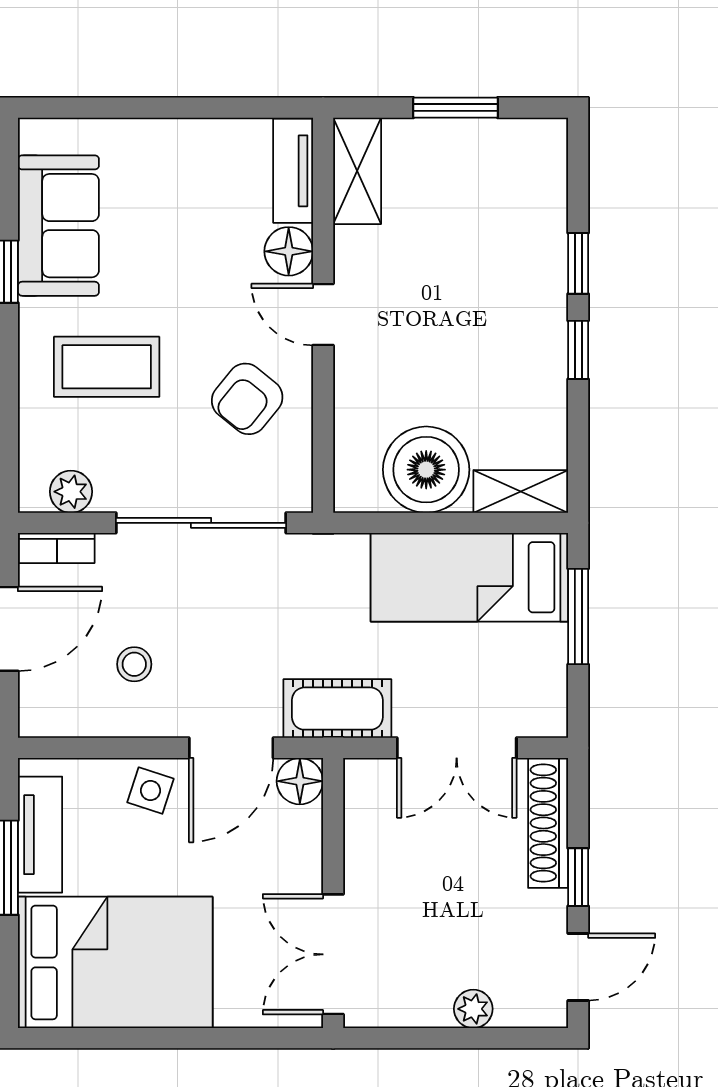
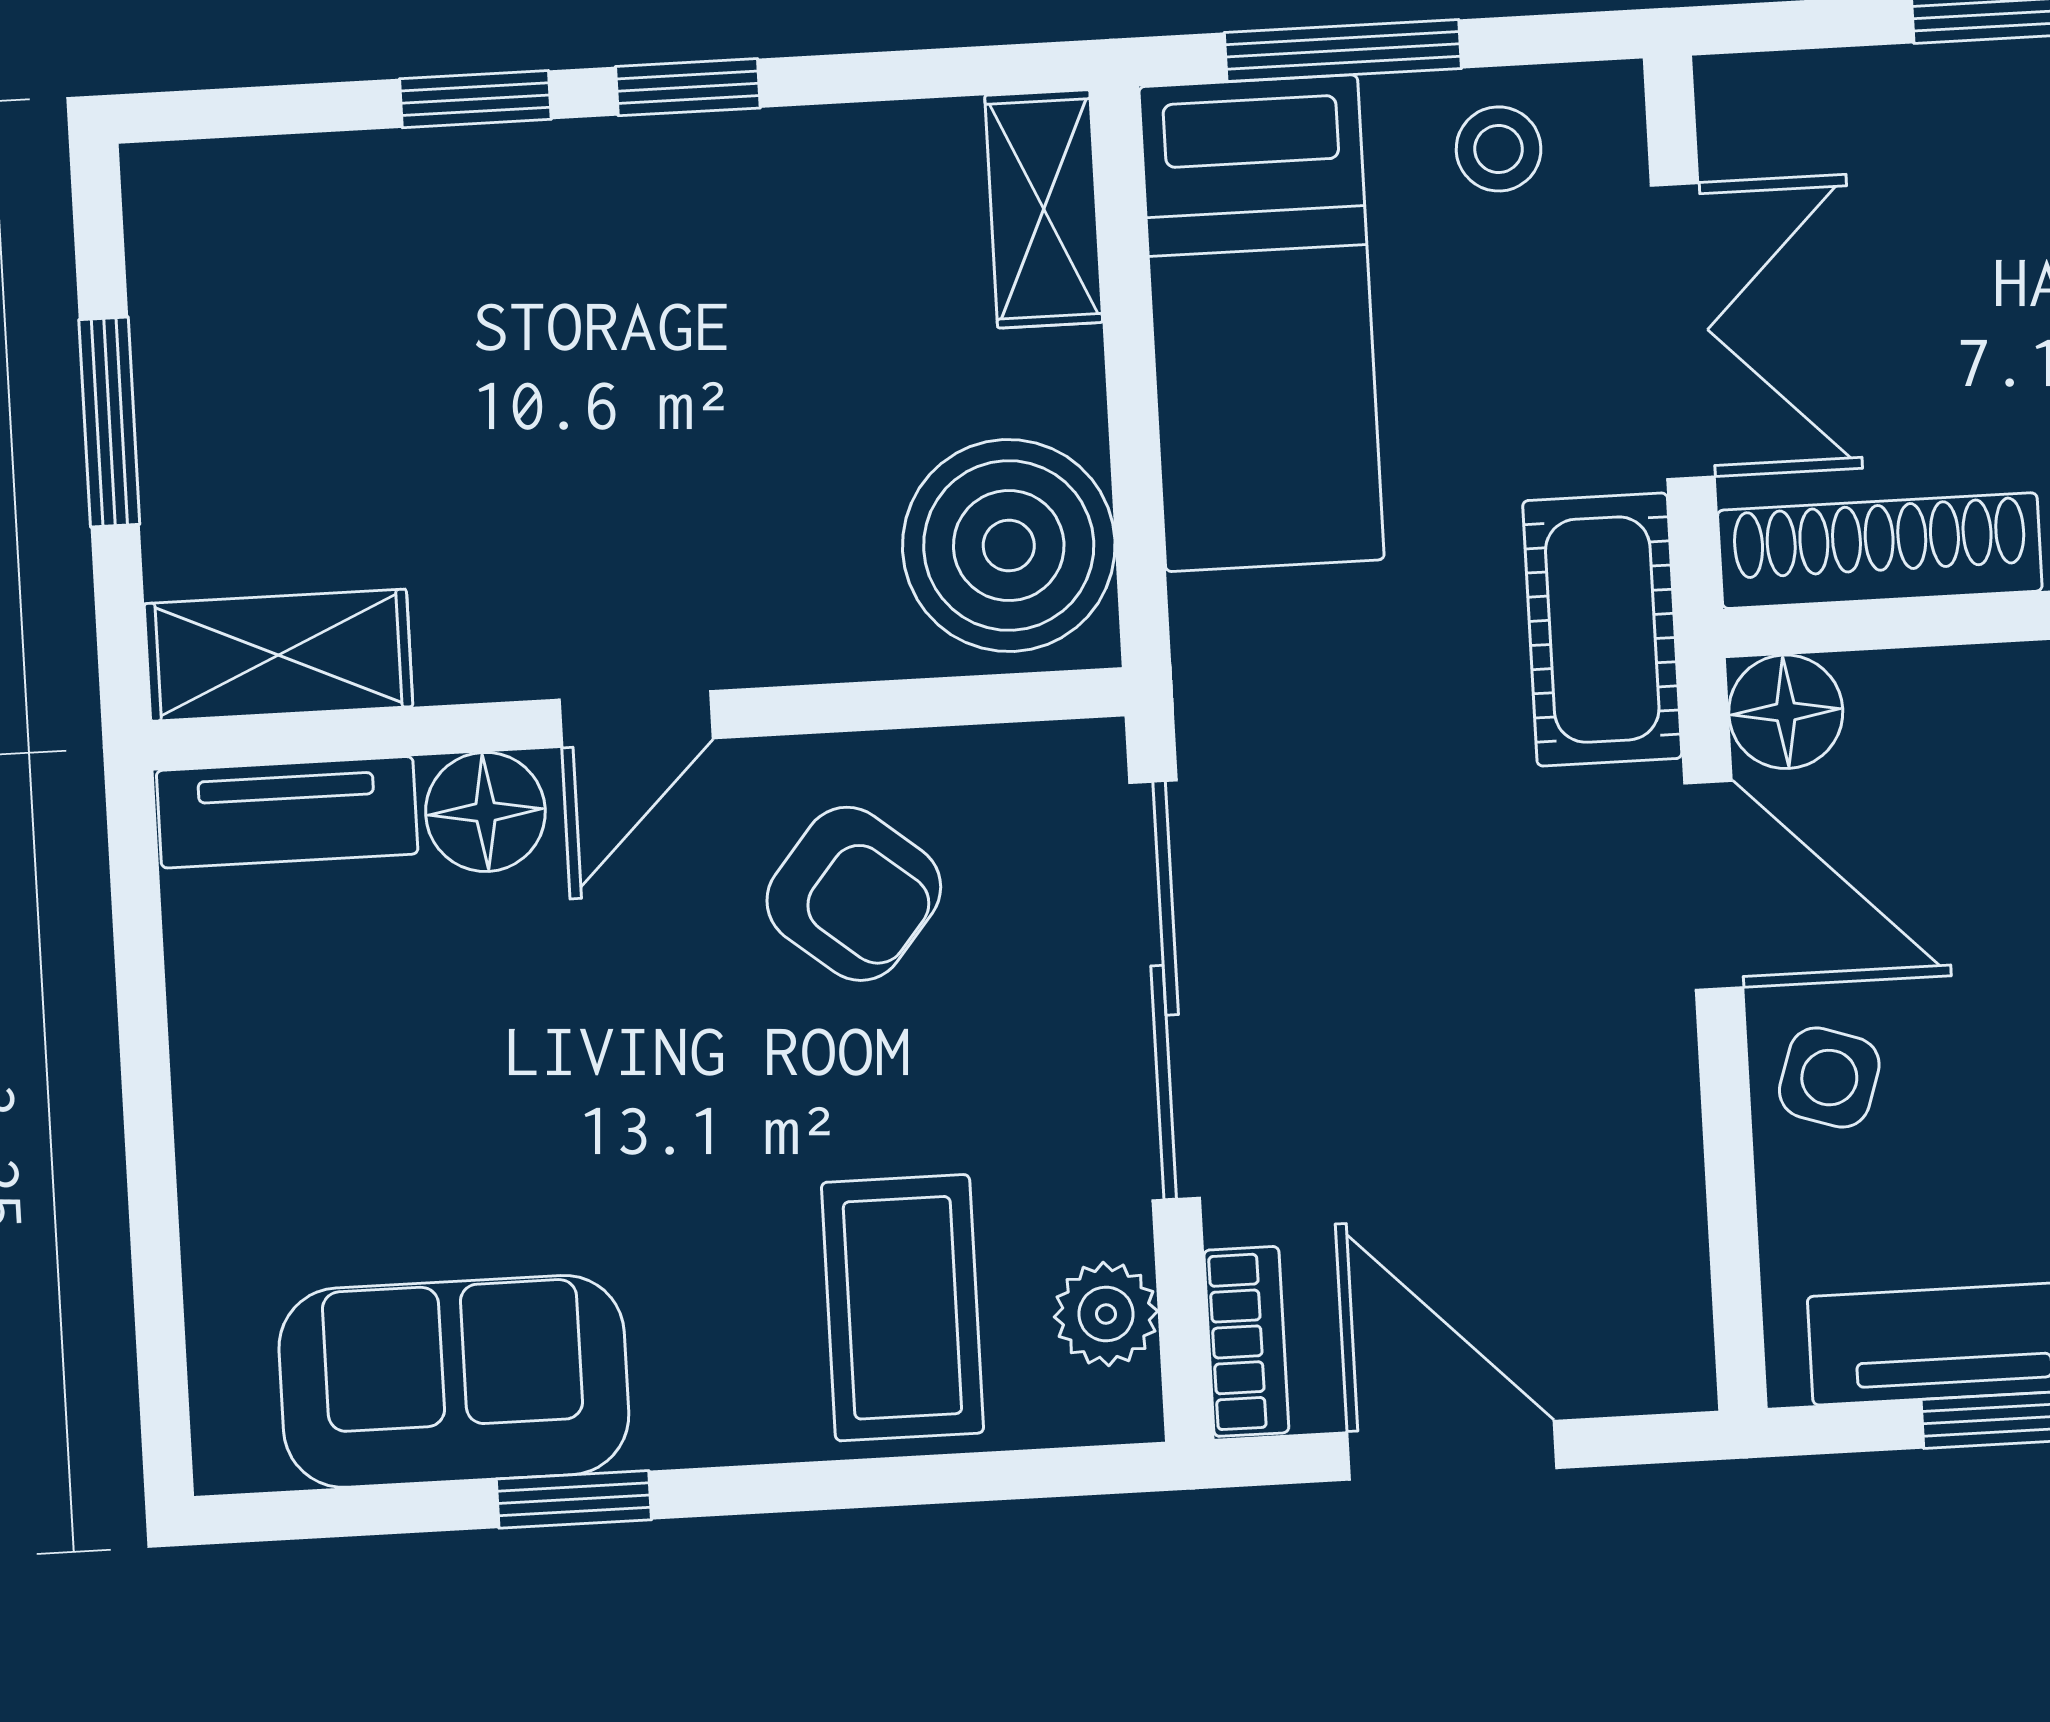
coffee table: (107, 367) -> (902, 1308), moved
boiler: (426, 470) -> (1009, 546), moved
stool: (134, 664) -> (1499, 149), moved
shoe rack: (548, 823) -> (1880, 551), moved, turned 180

